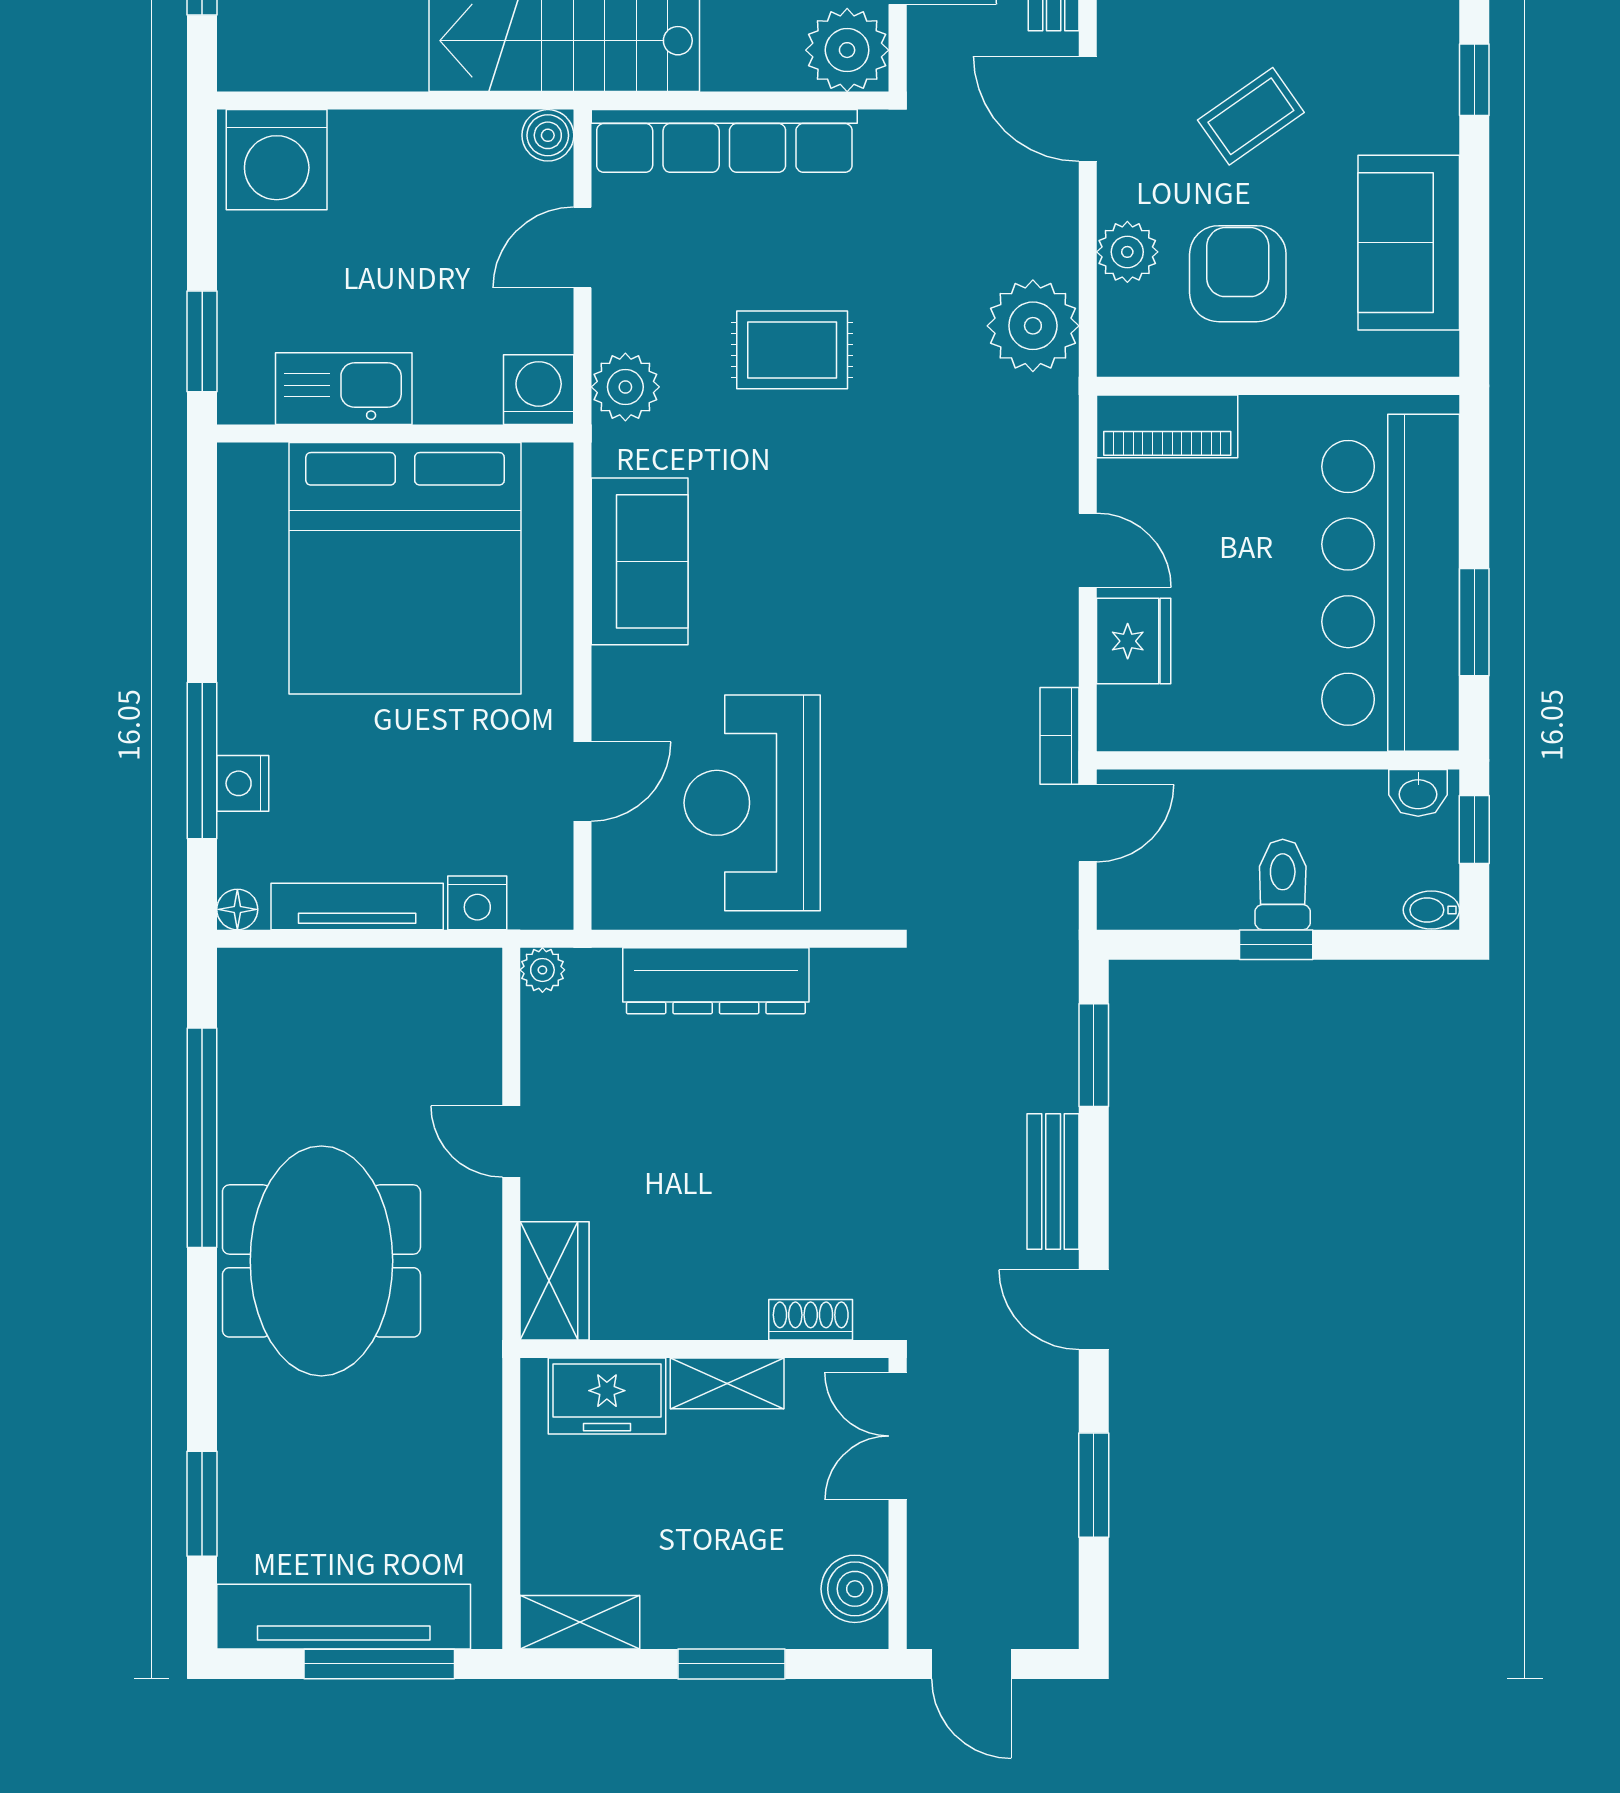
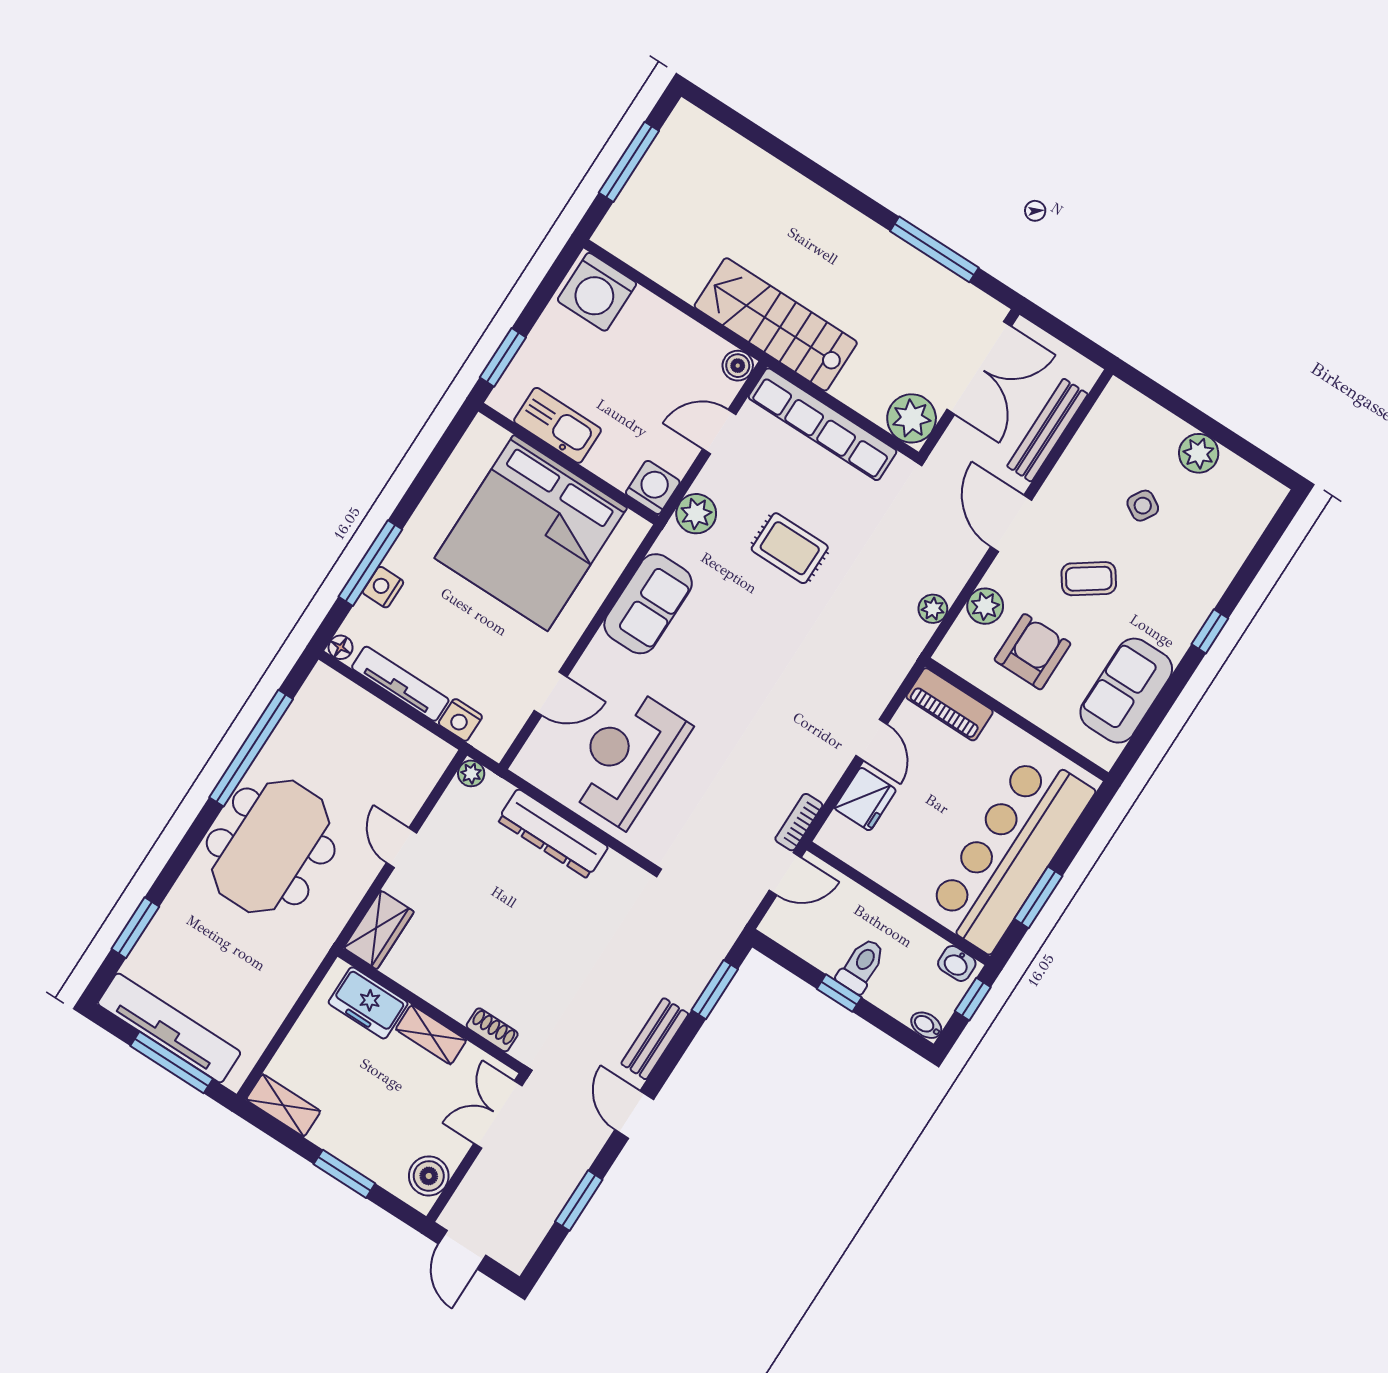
plant: (1033, 326) -> (933, 609), width x0.53, depth x0.53

